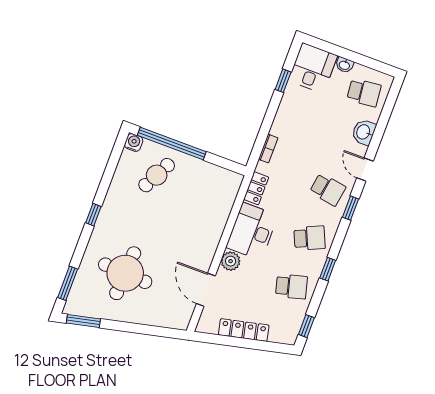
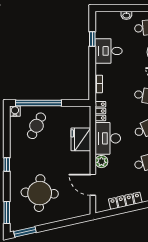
desk: (313, 68) -> (109, 51), moved, turned -90
fridge: (213, 218) -> (81, 139), added

